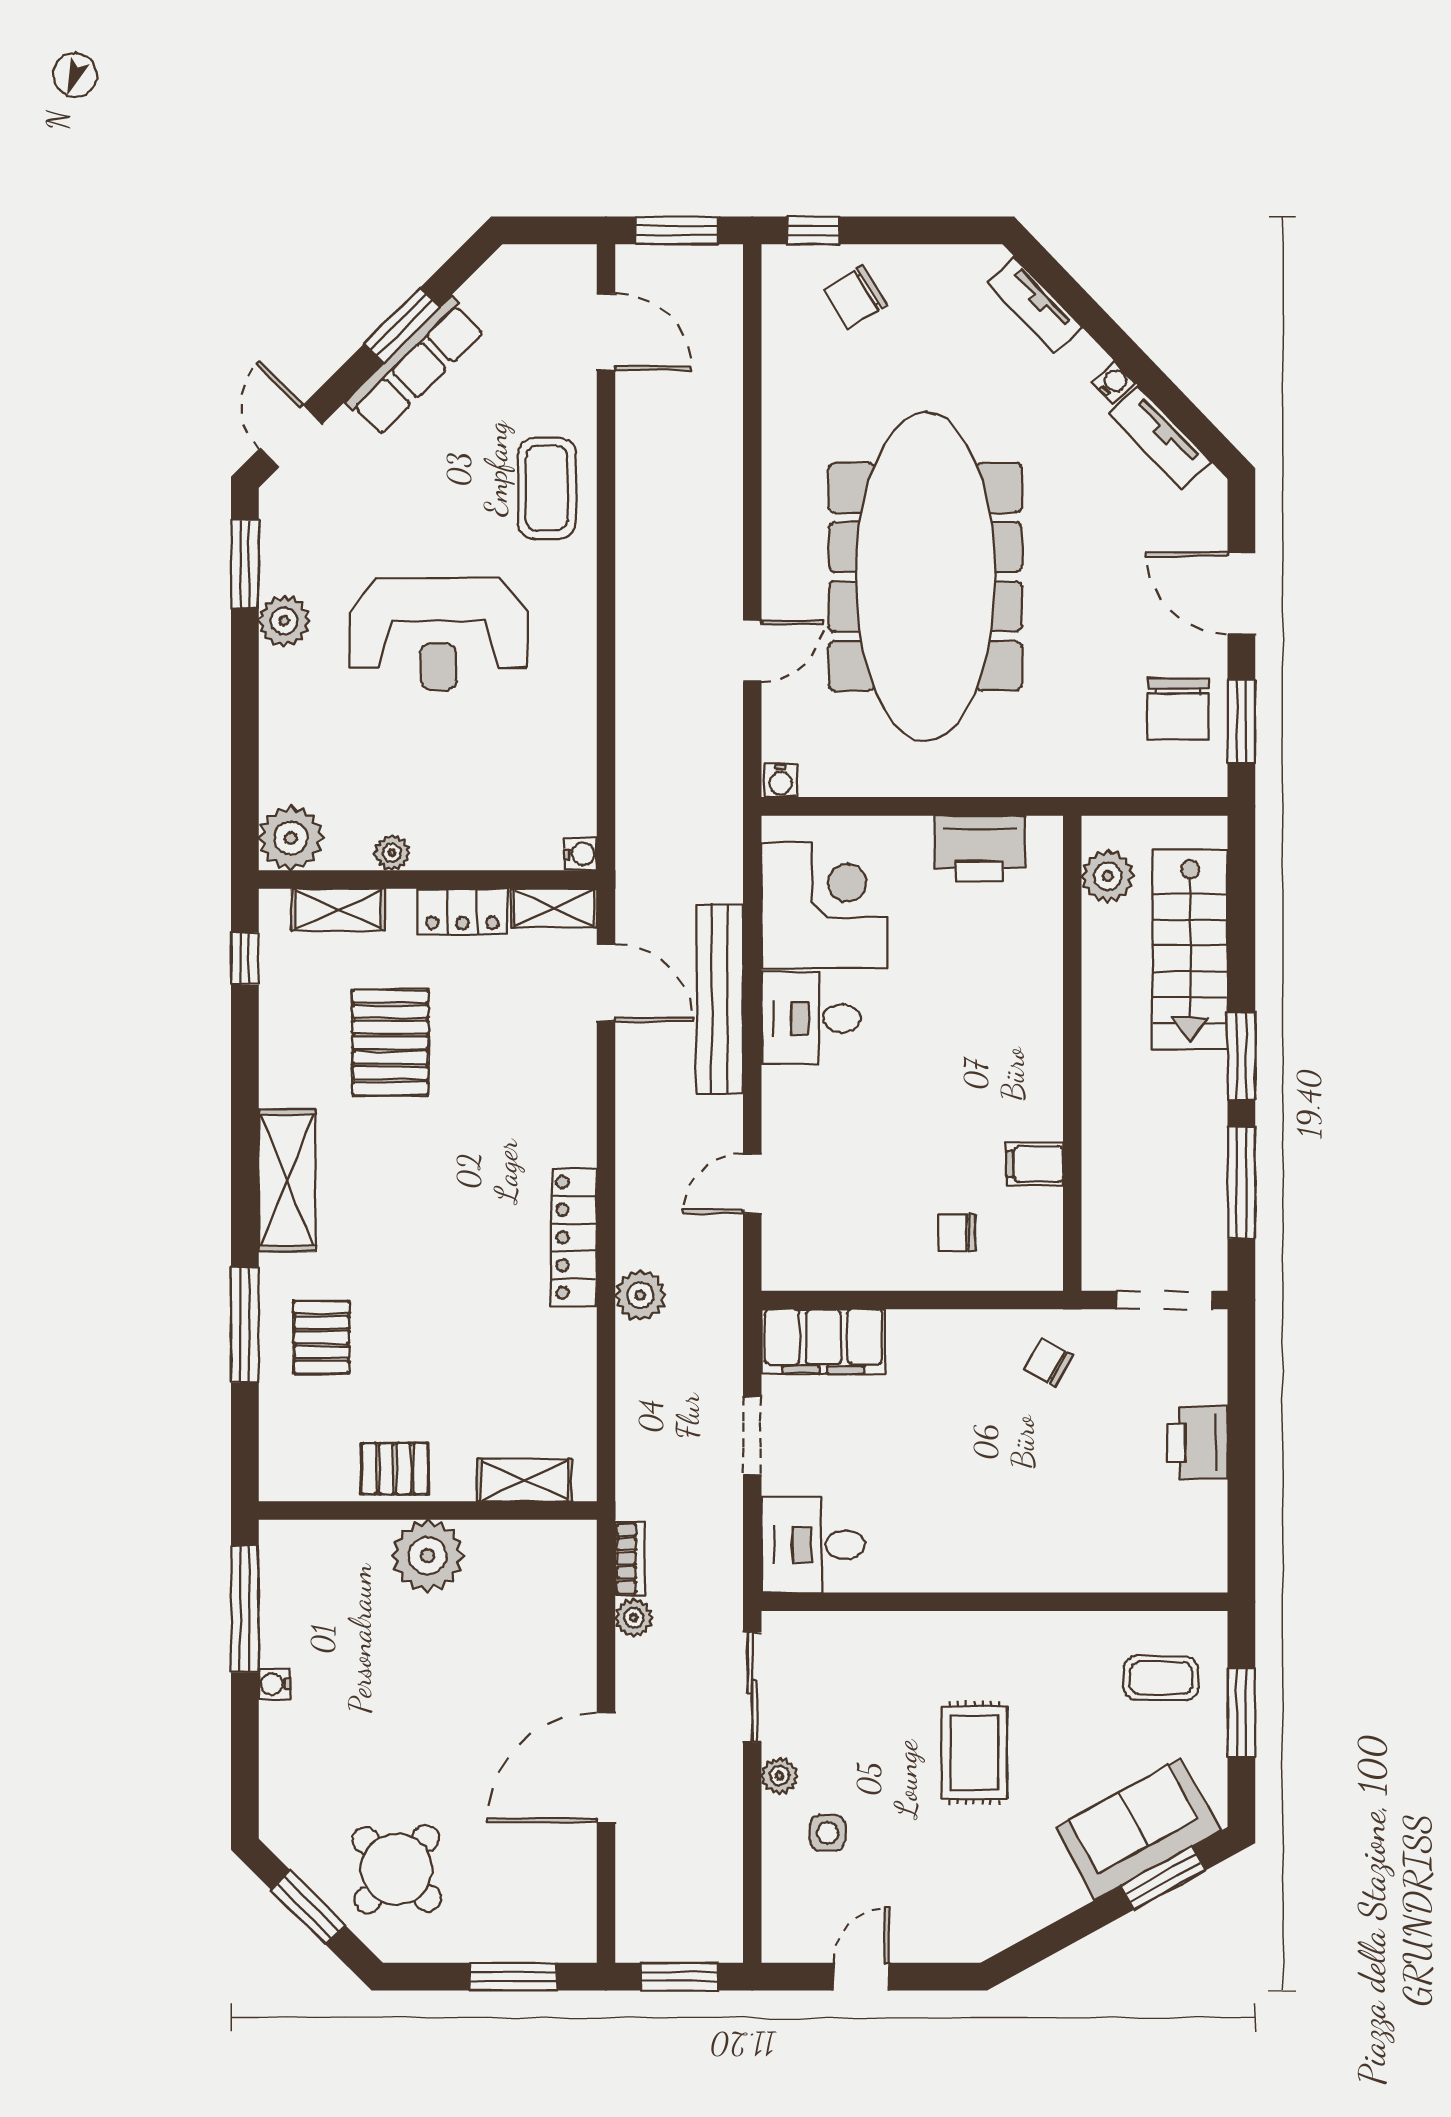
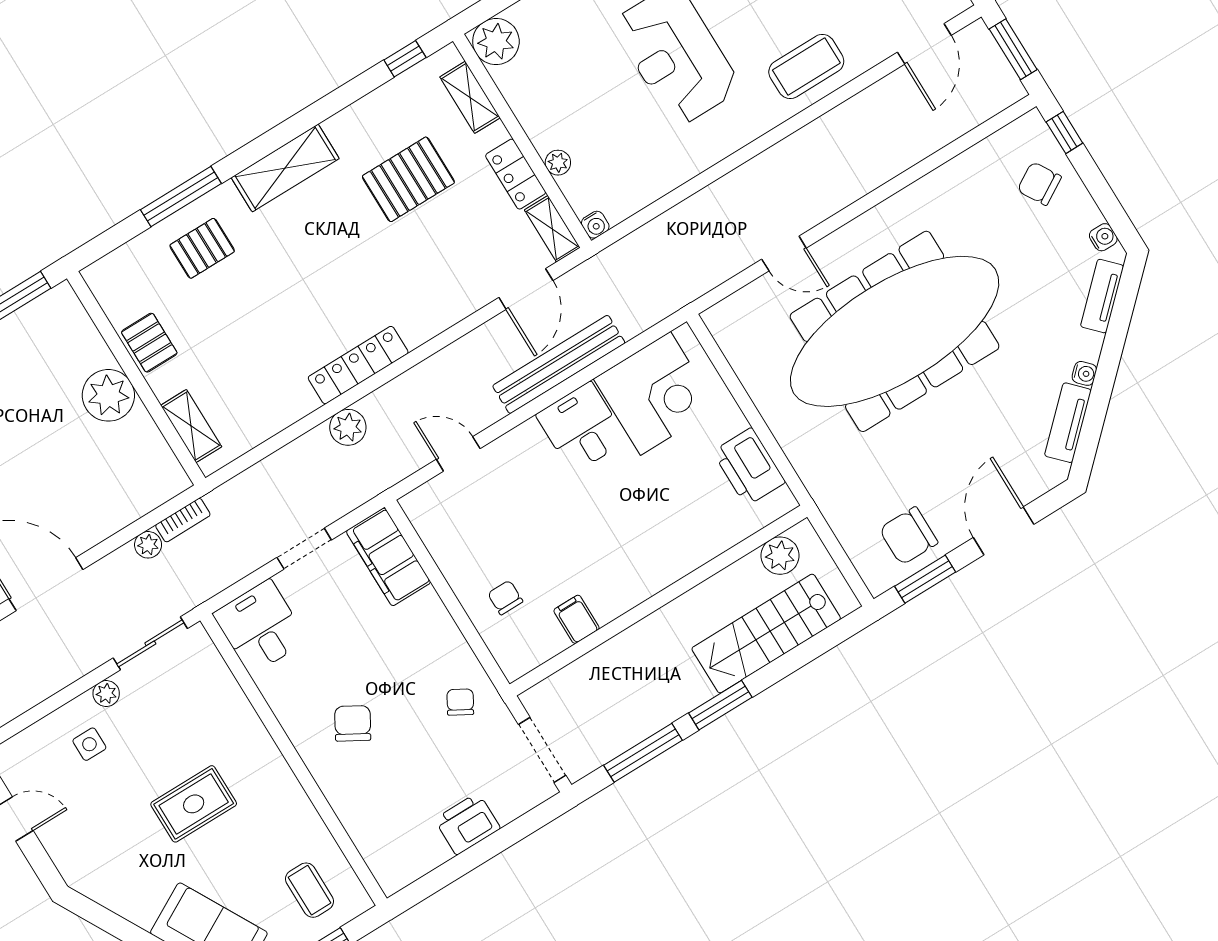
water cooler: (781, 781) -> (1103, 237), moved, turned 180
plant: (392, 853) -> (558, 163), moved
chair: (995, 1505) -> (353, 723), added

